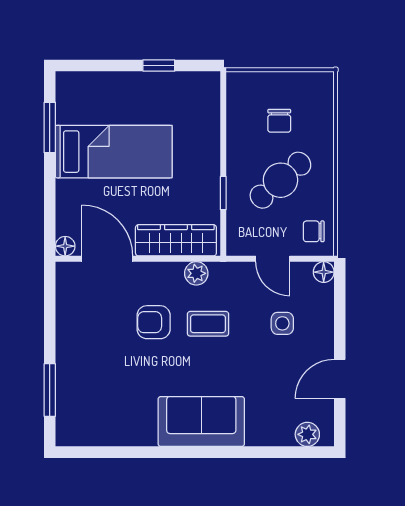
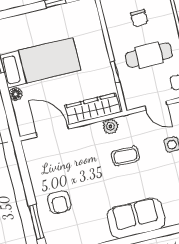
cafe table: (280, 180) -> (149, 55), turned 41
floor lamp: (65, 246) -> (16, 94), moved
armchair: (154, 322) -> (59, 202), moved, turned -90

